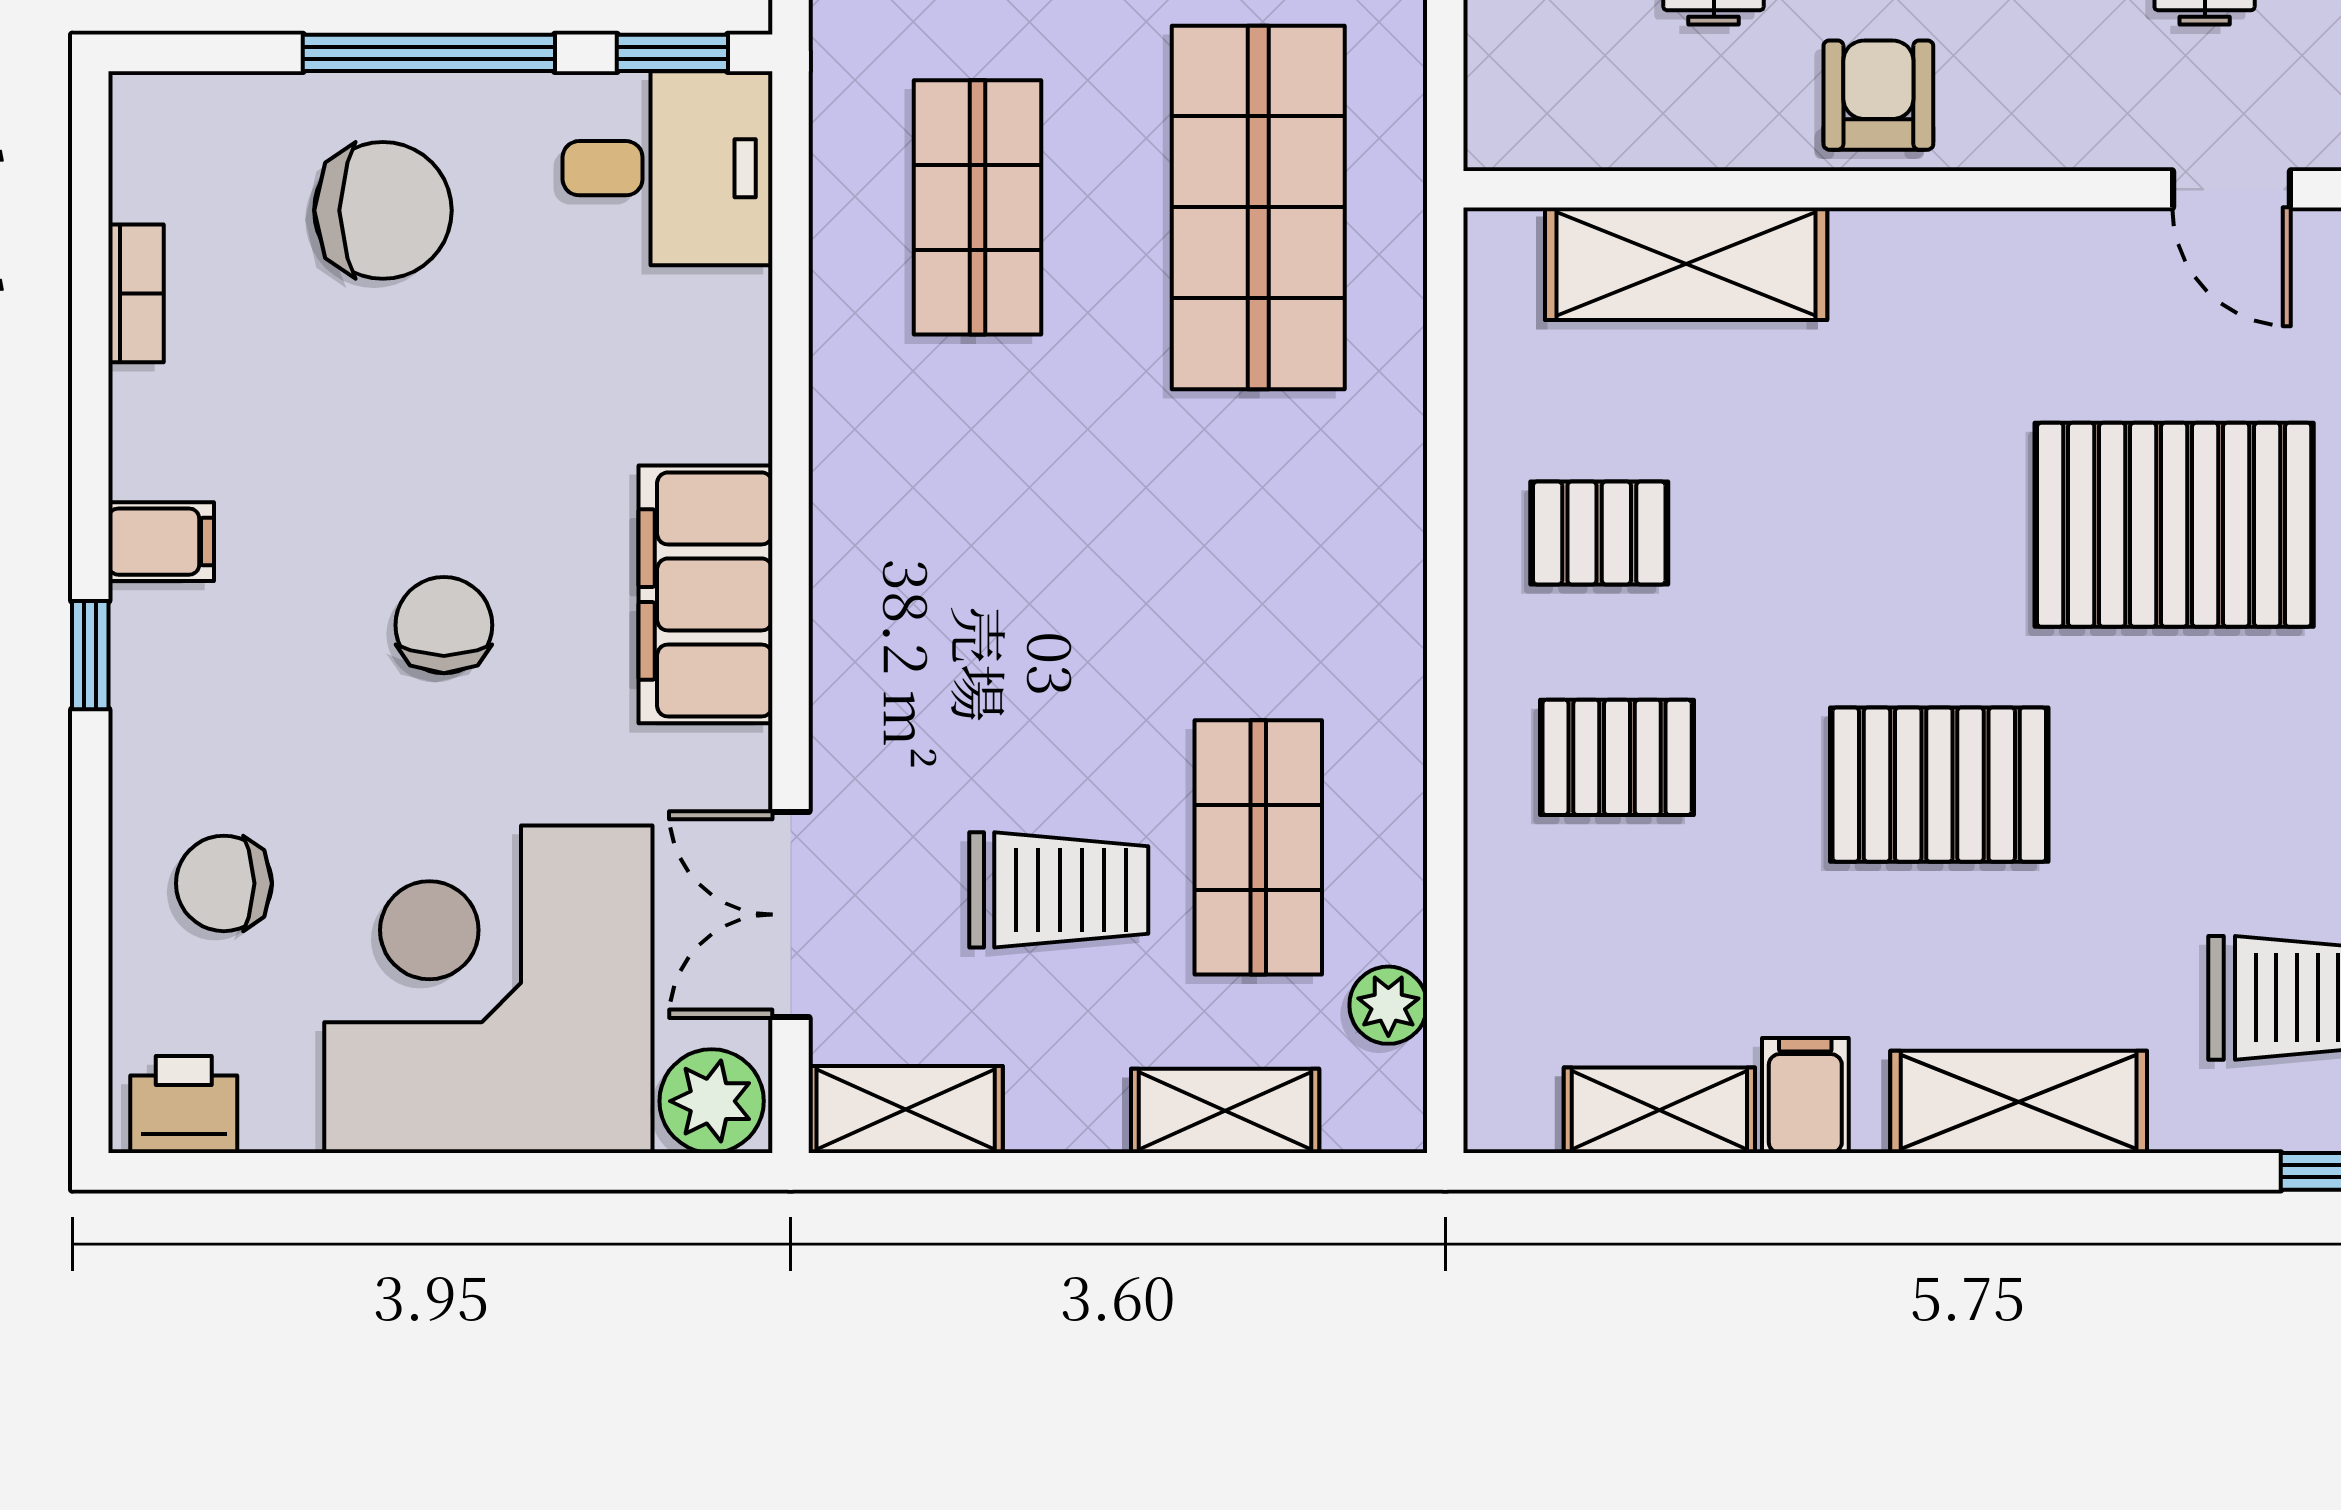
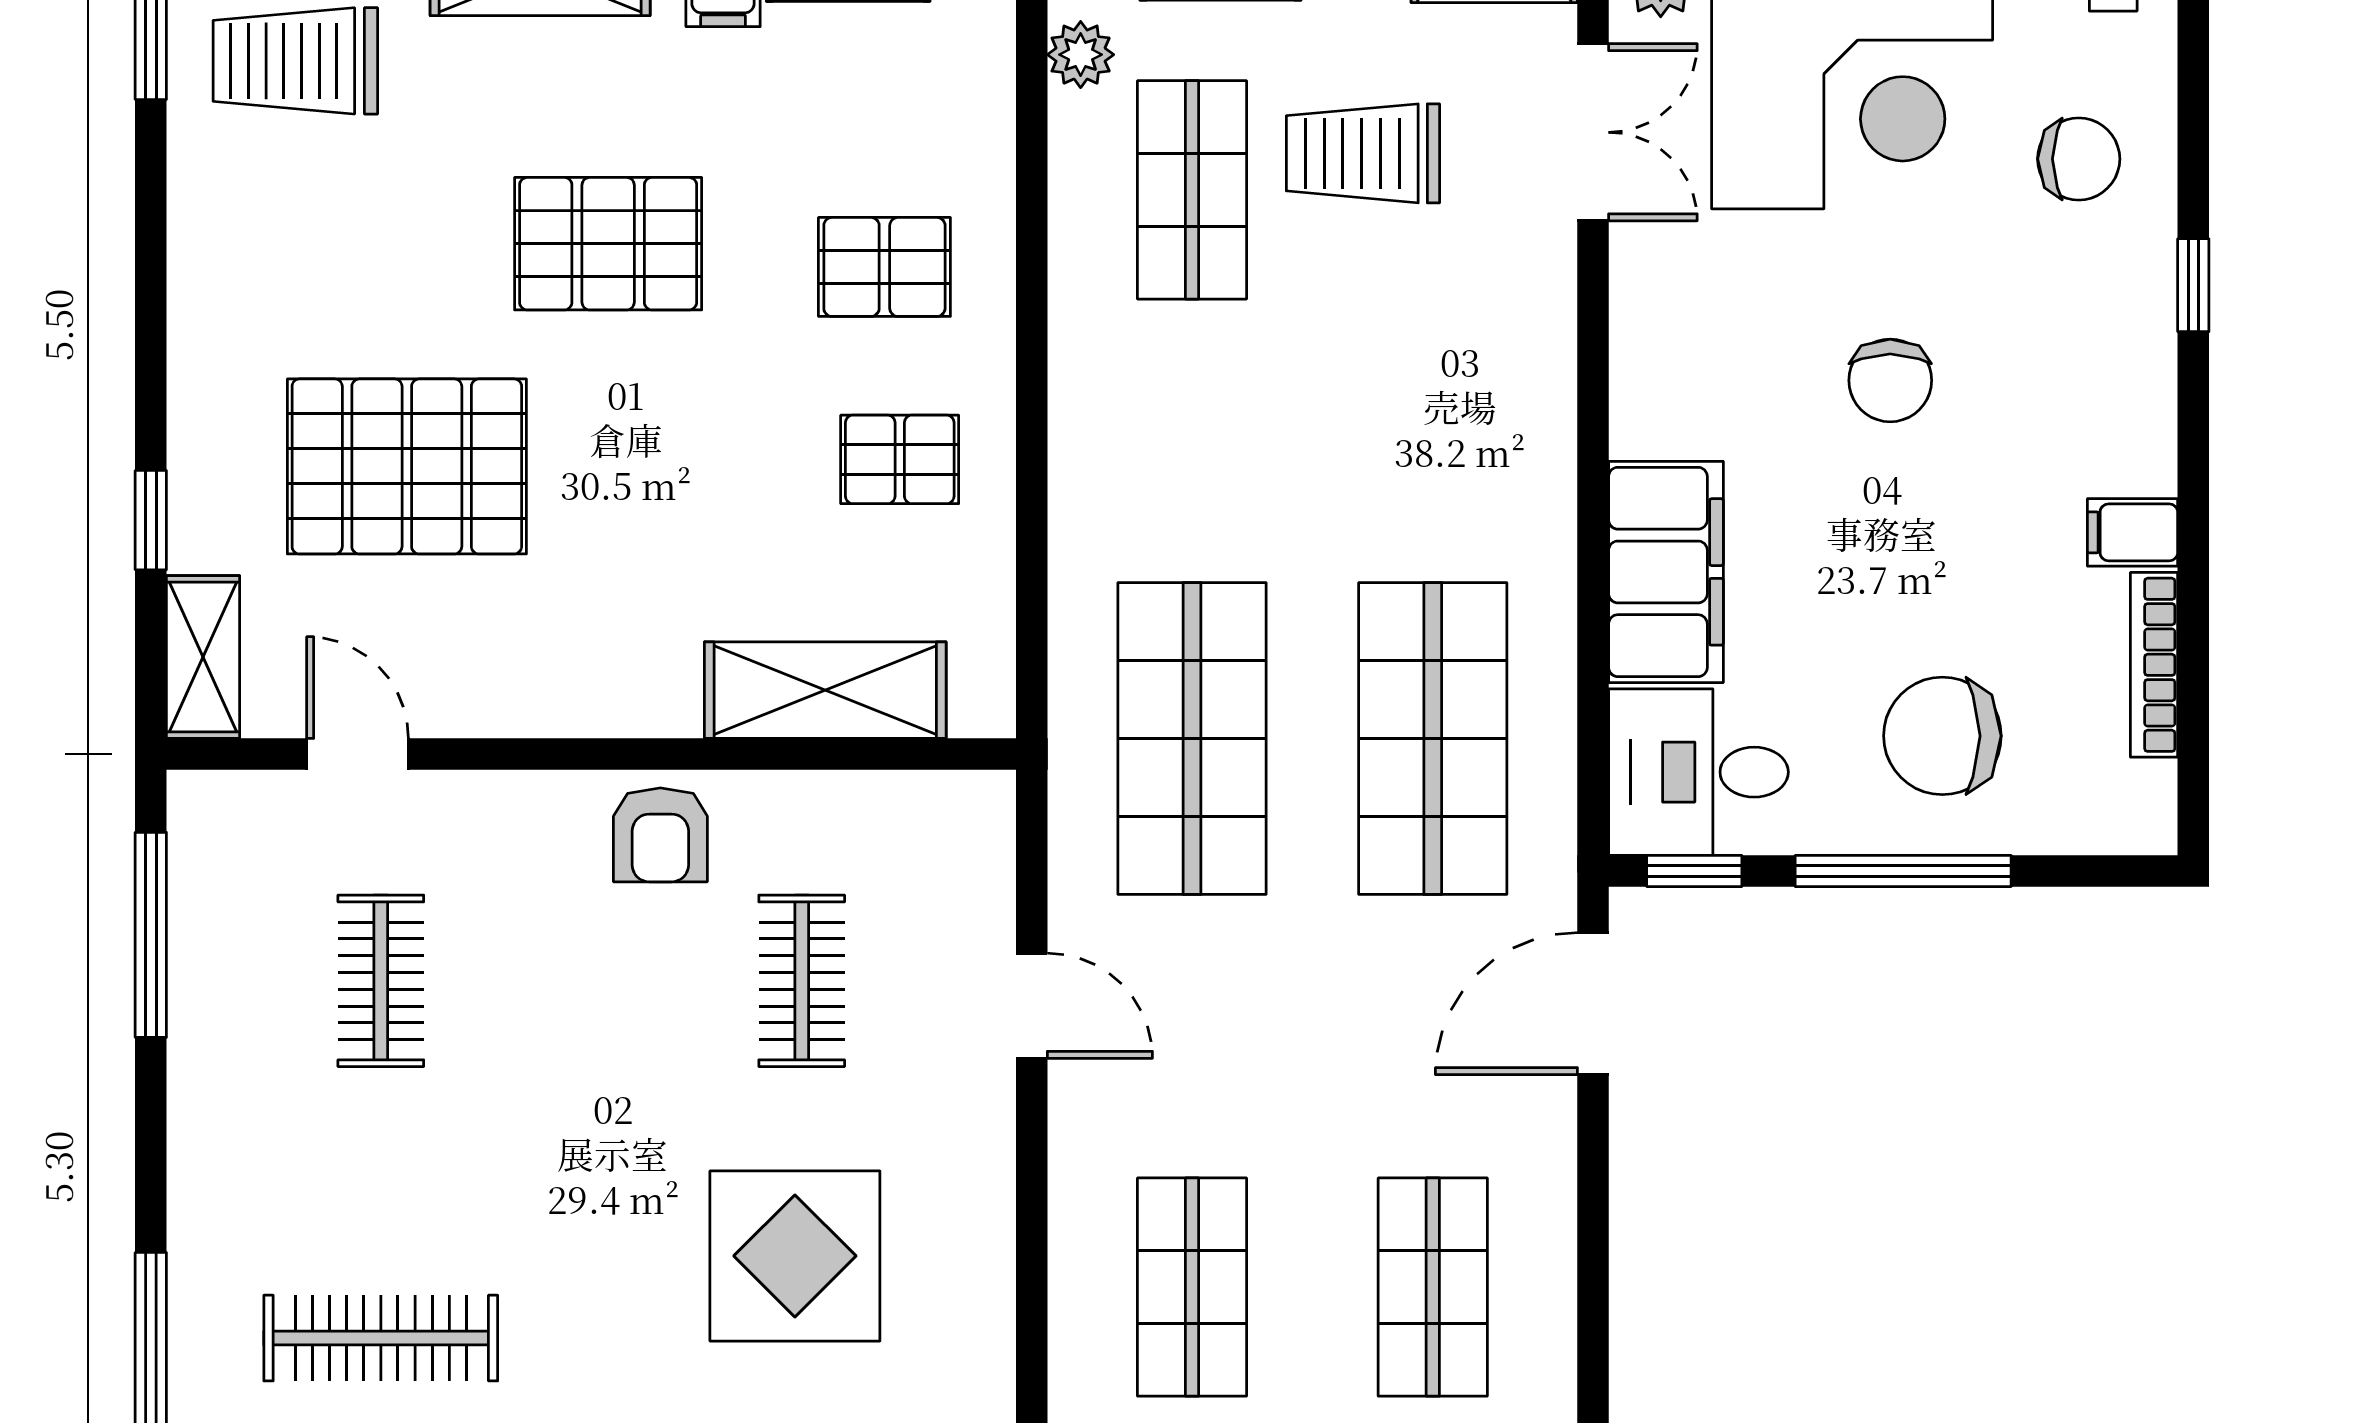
shop shelf: (977, 207) -> (1433, 738), width x1.43, depth x1.36
bookcase: (136, 293) -> (2154, 665), width x1.56
filing cabinet: (161, 542) -> (2133, 532), moved
filing cabinet: (705, 594) -> (1666, 572), moved
window: (90, 655) -> (2193, 285), moved

